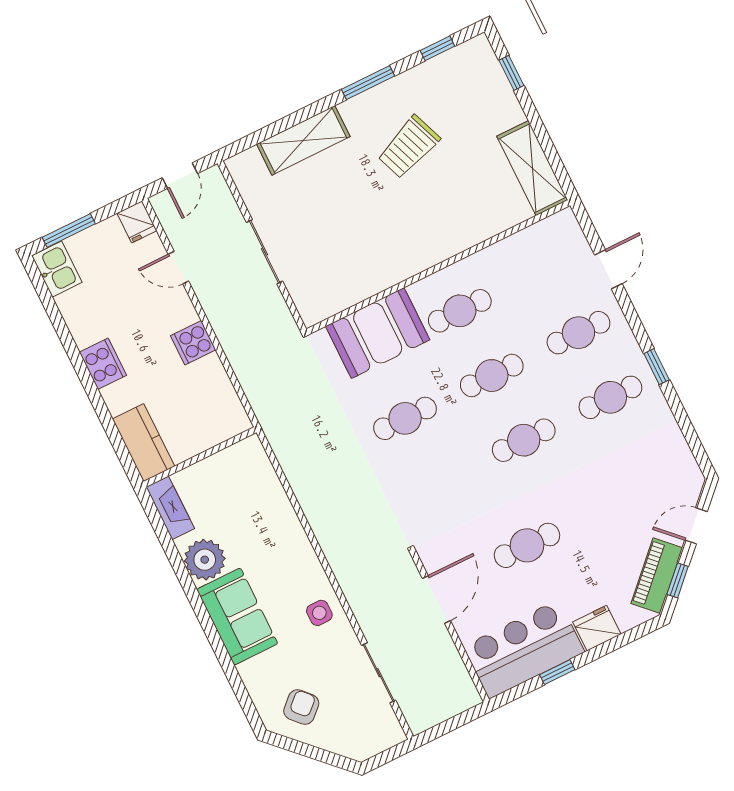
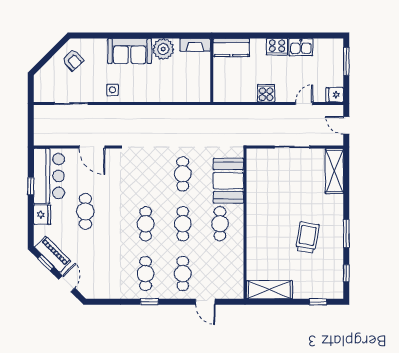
shelving: (303, 140) -> (334, 171), moved
trolley: (409, 147) -> (307, 237), turned 30
kitchen sink: (57, 269) -> (301, 47), moved
cafe table: (527, 545) -> (85, 211), moved

